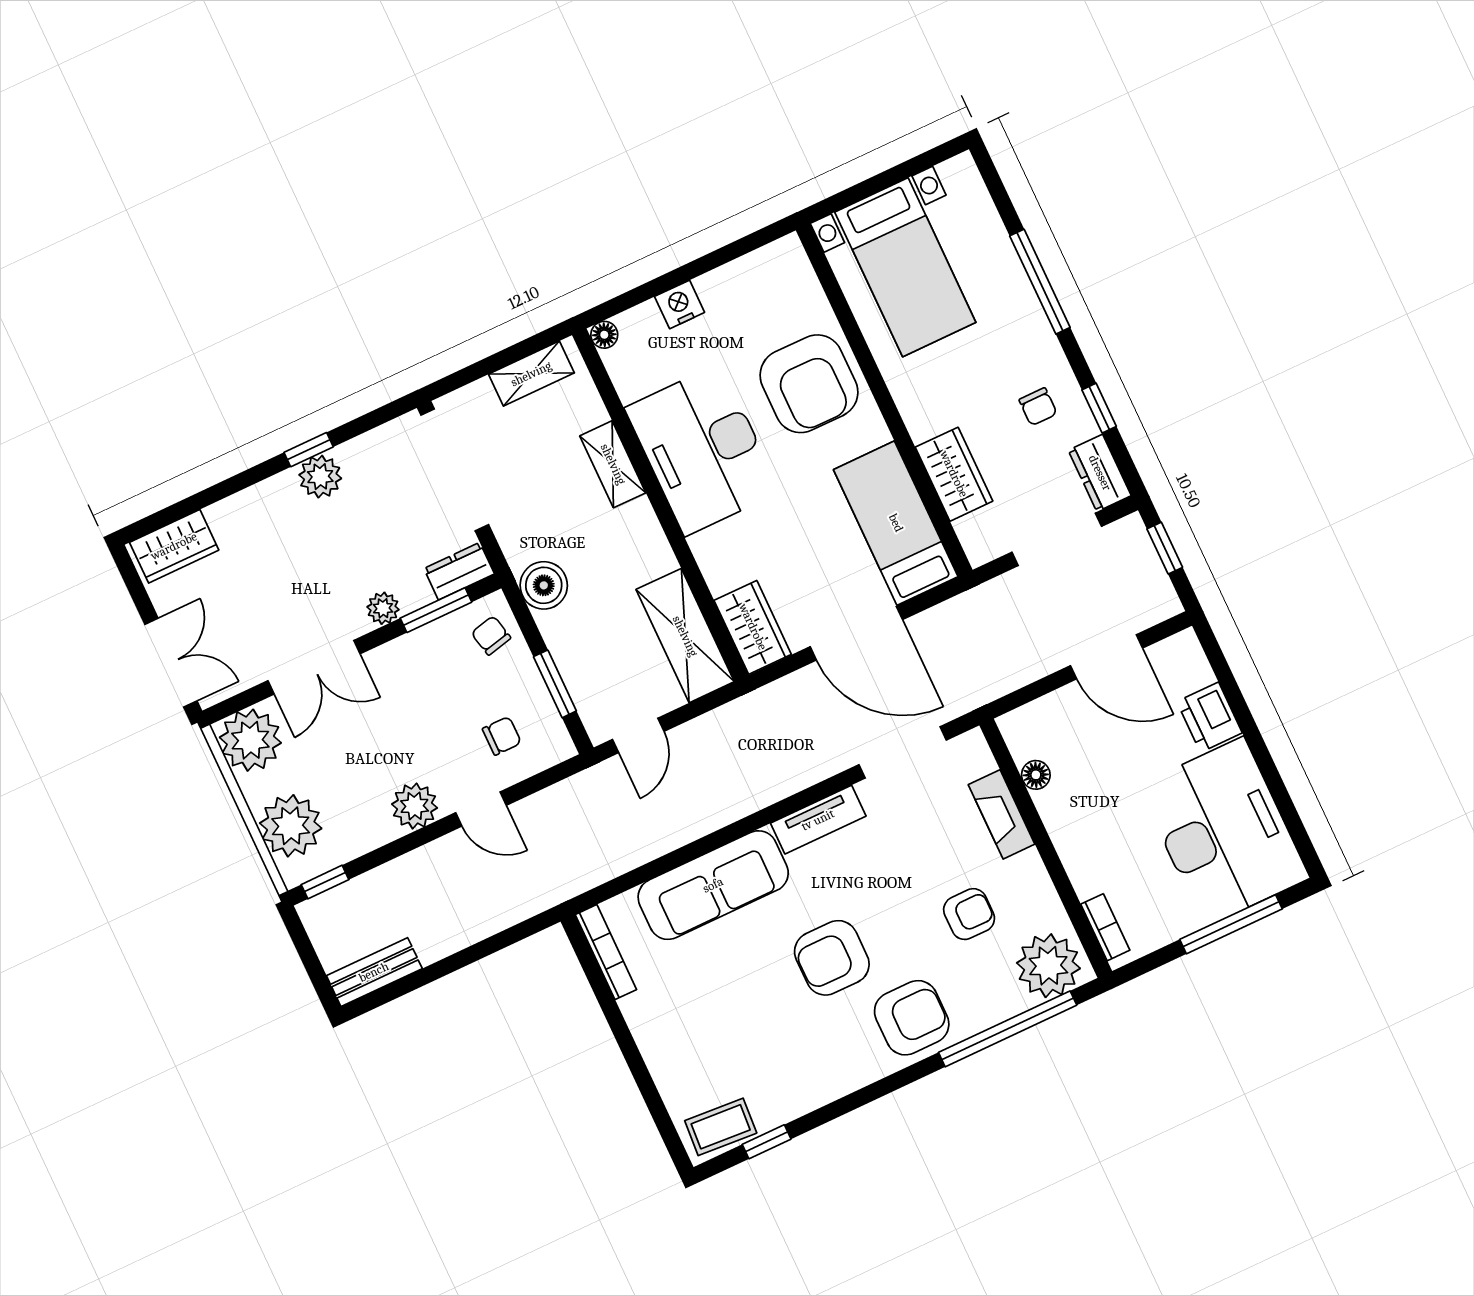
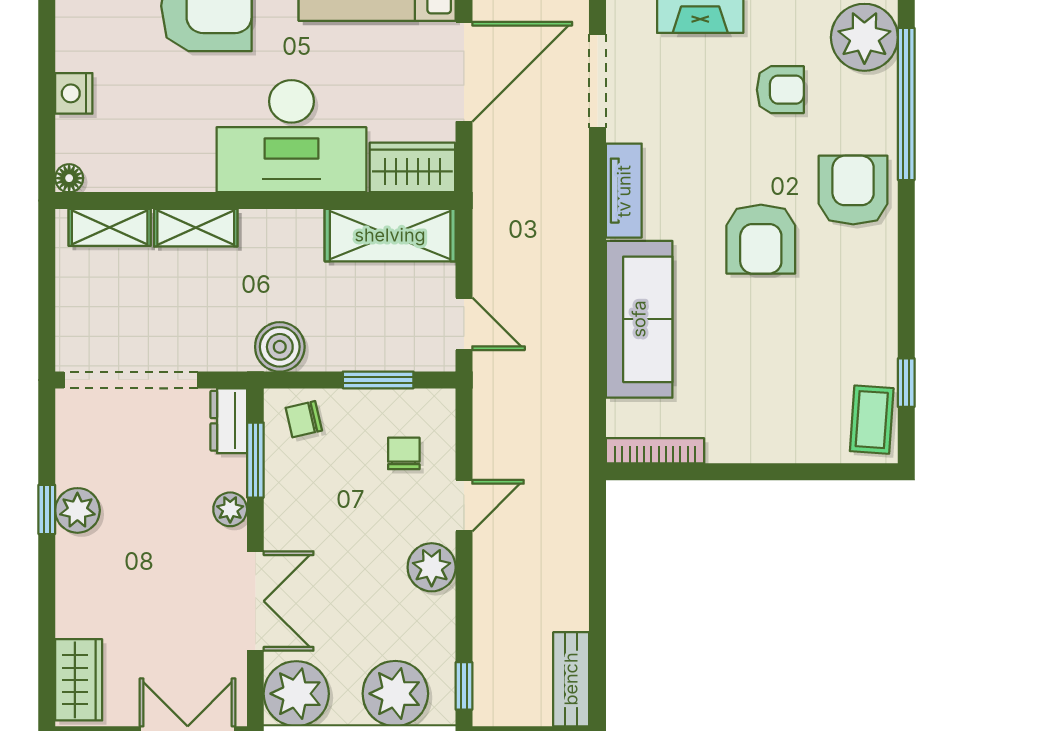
shelving: (531, 374) -> (110, 227), moved, turned 90
desk: (703, 450) -> (291, 136), moved
armchair: (969, 914) -> (780, 90), turned 90

